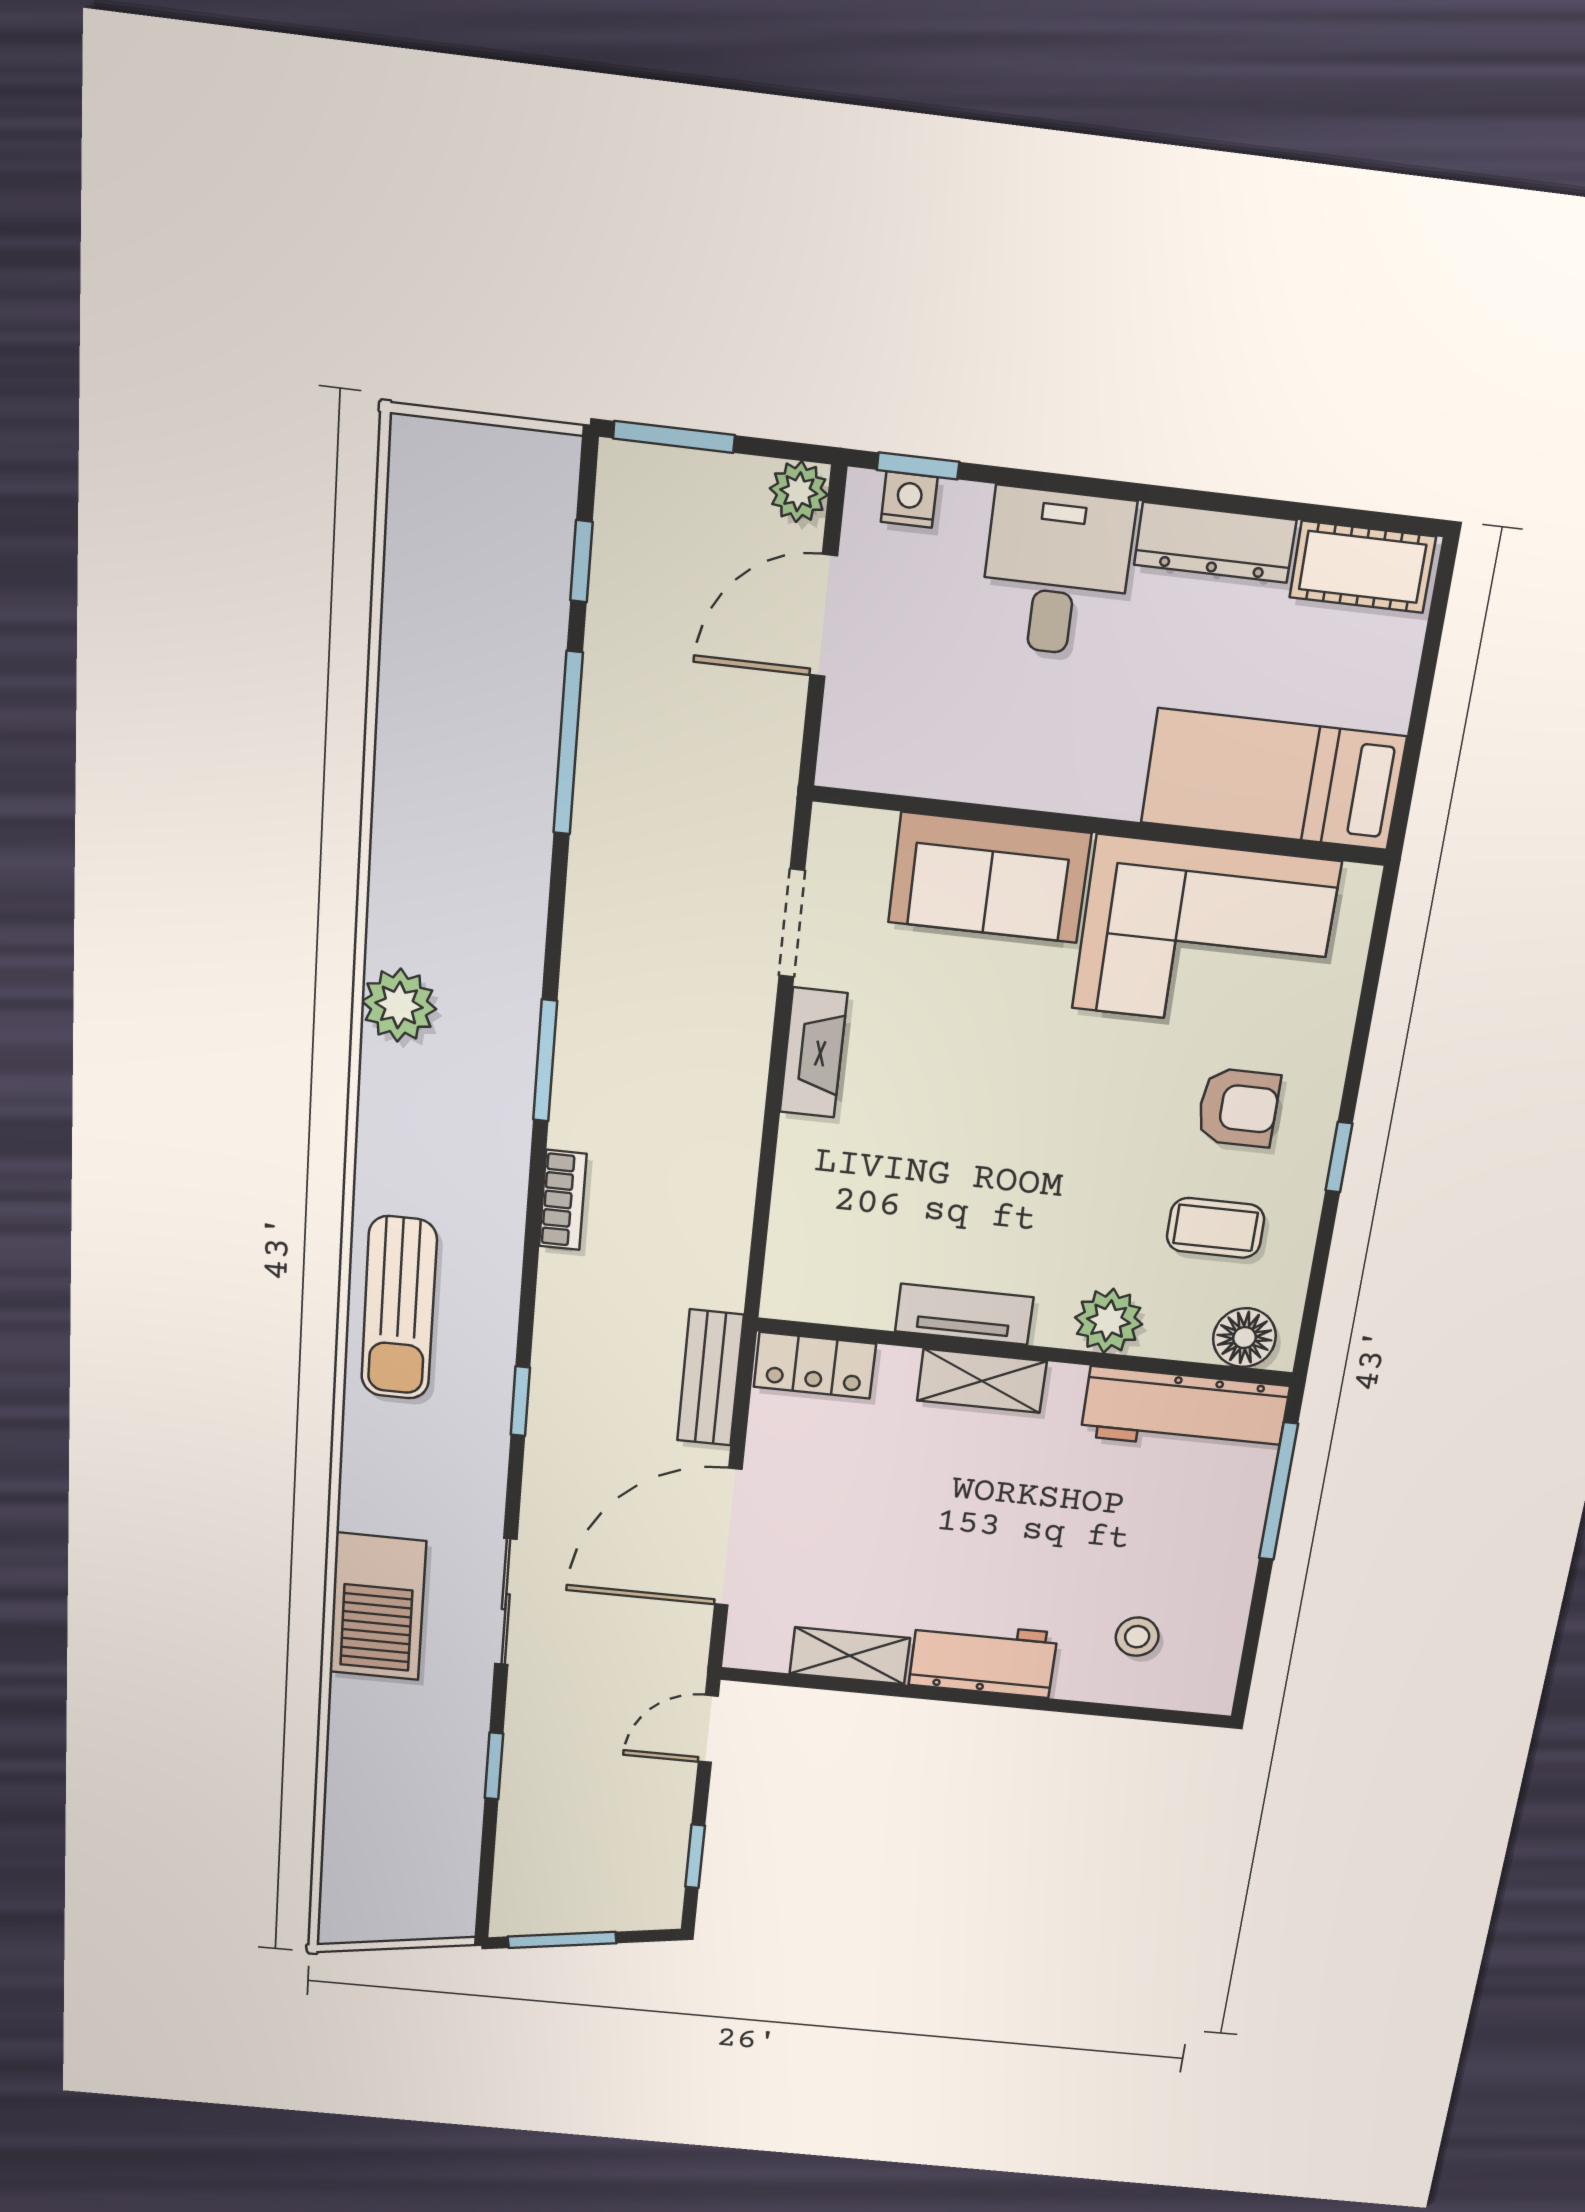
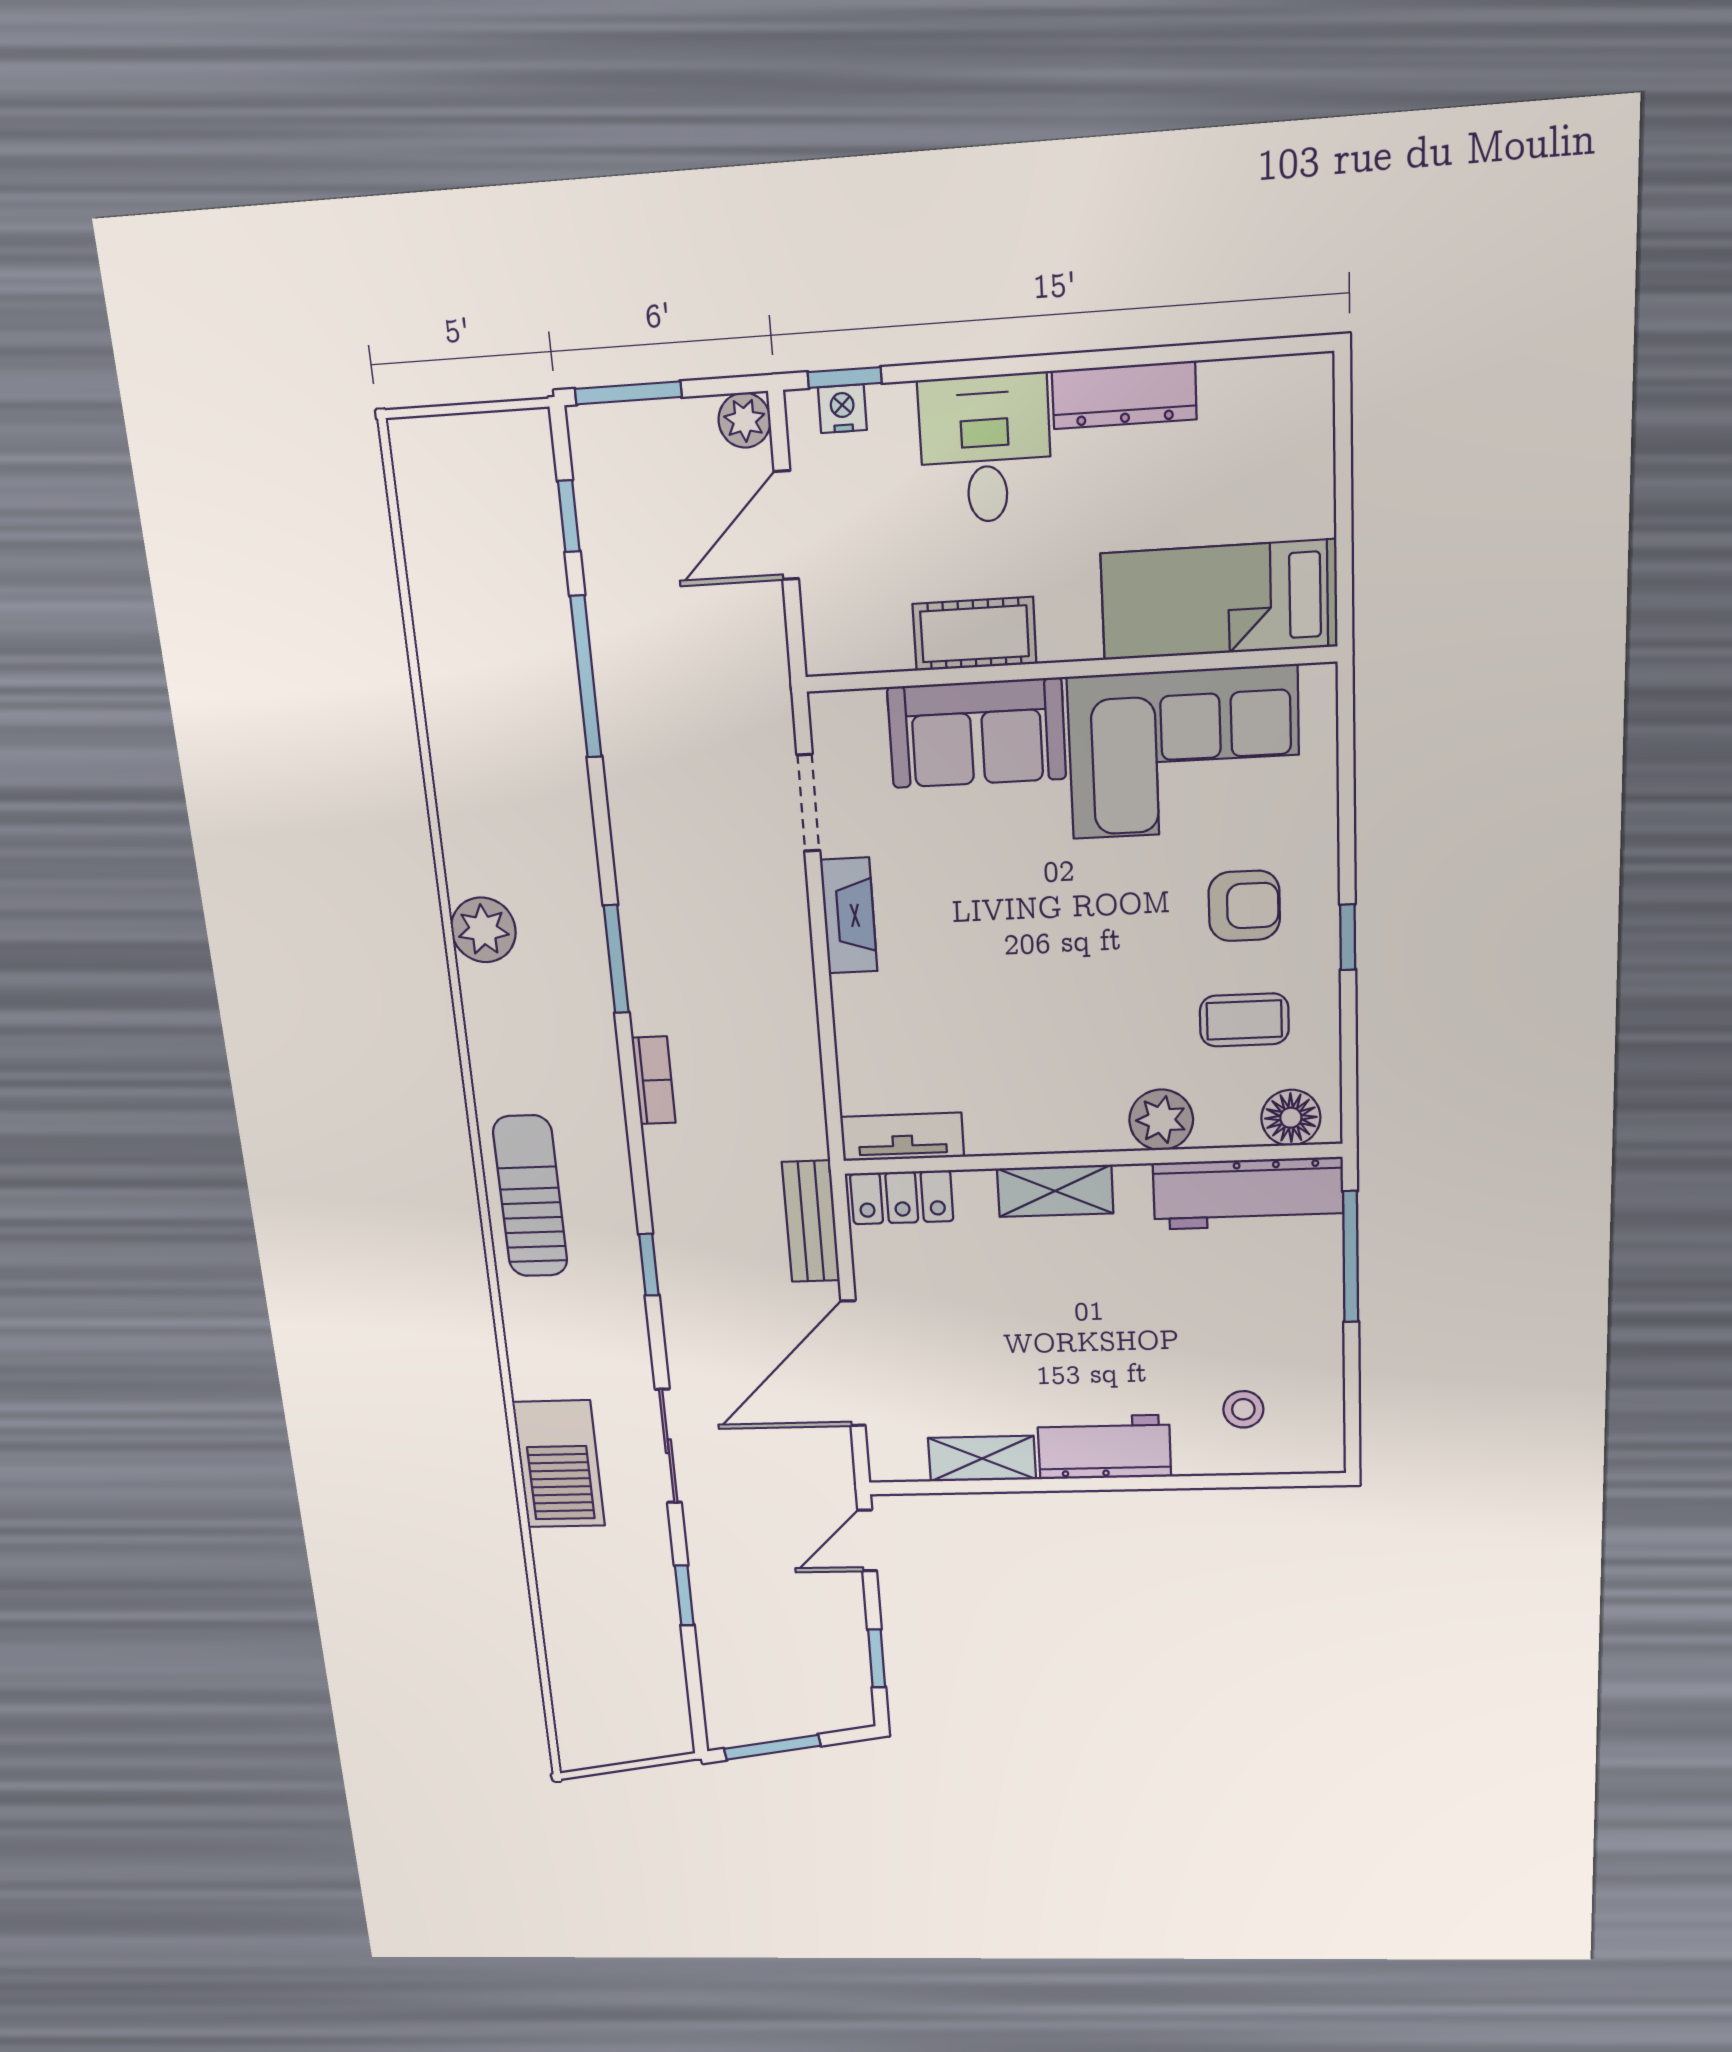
cot: (1363, 567) -> (975, 634), moved
sun lounger: (399, 1308) -> (530, 1196), turned 180
tv unit: (964, 1314) -> (902, 1137), moved

